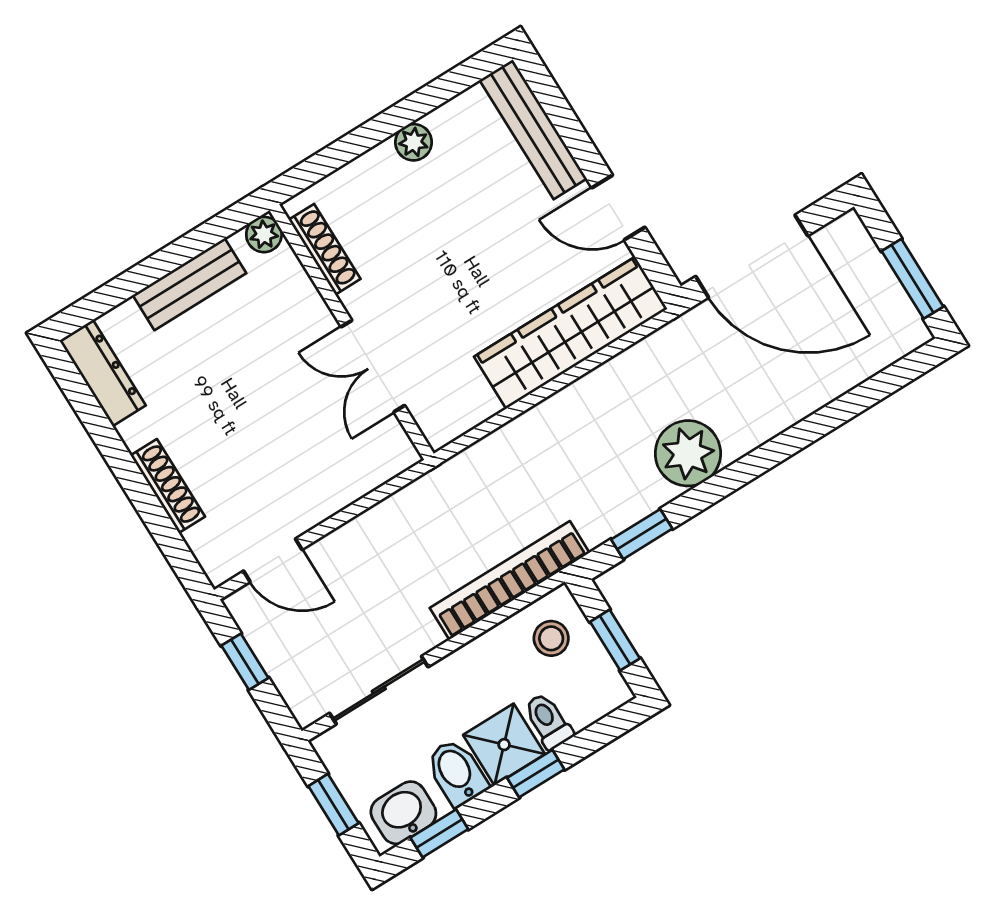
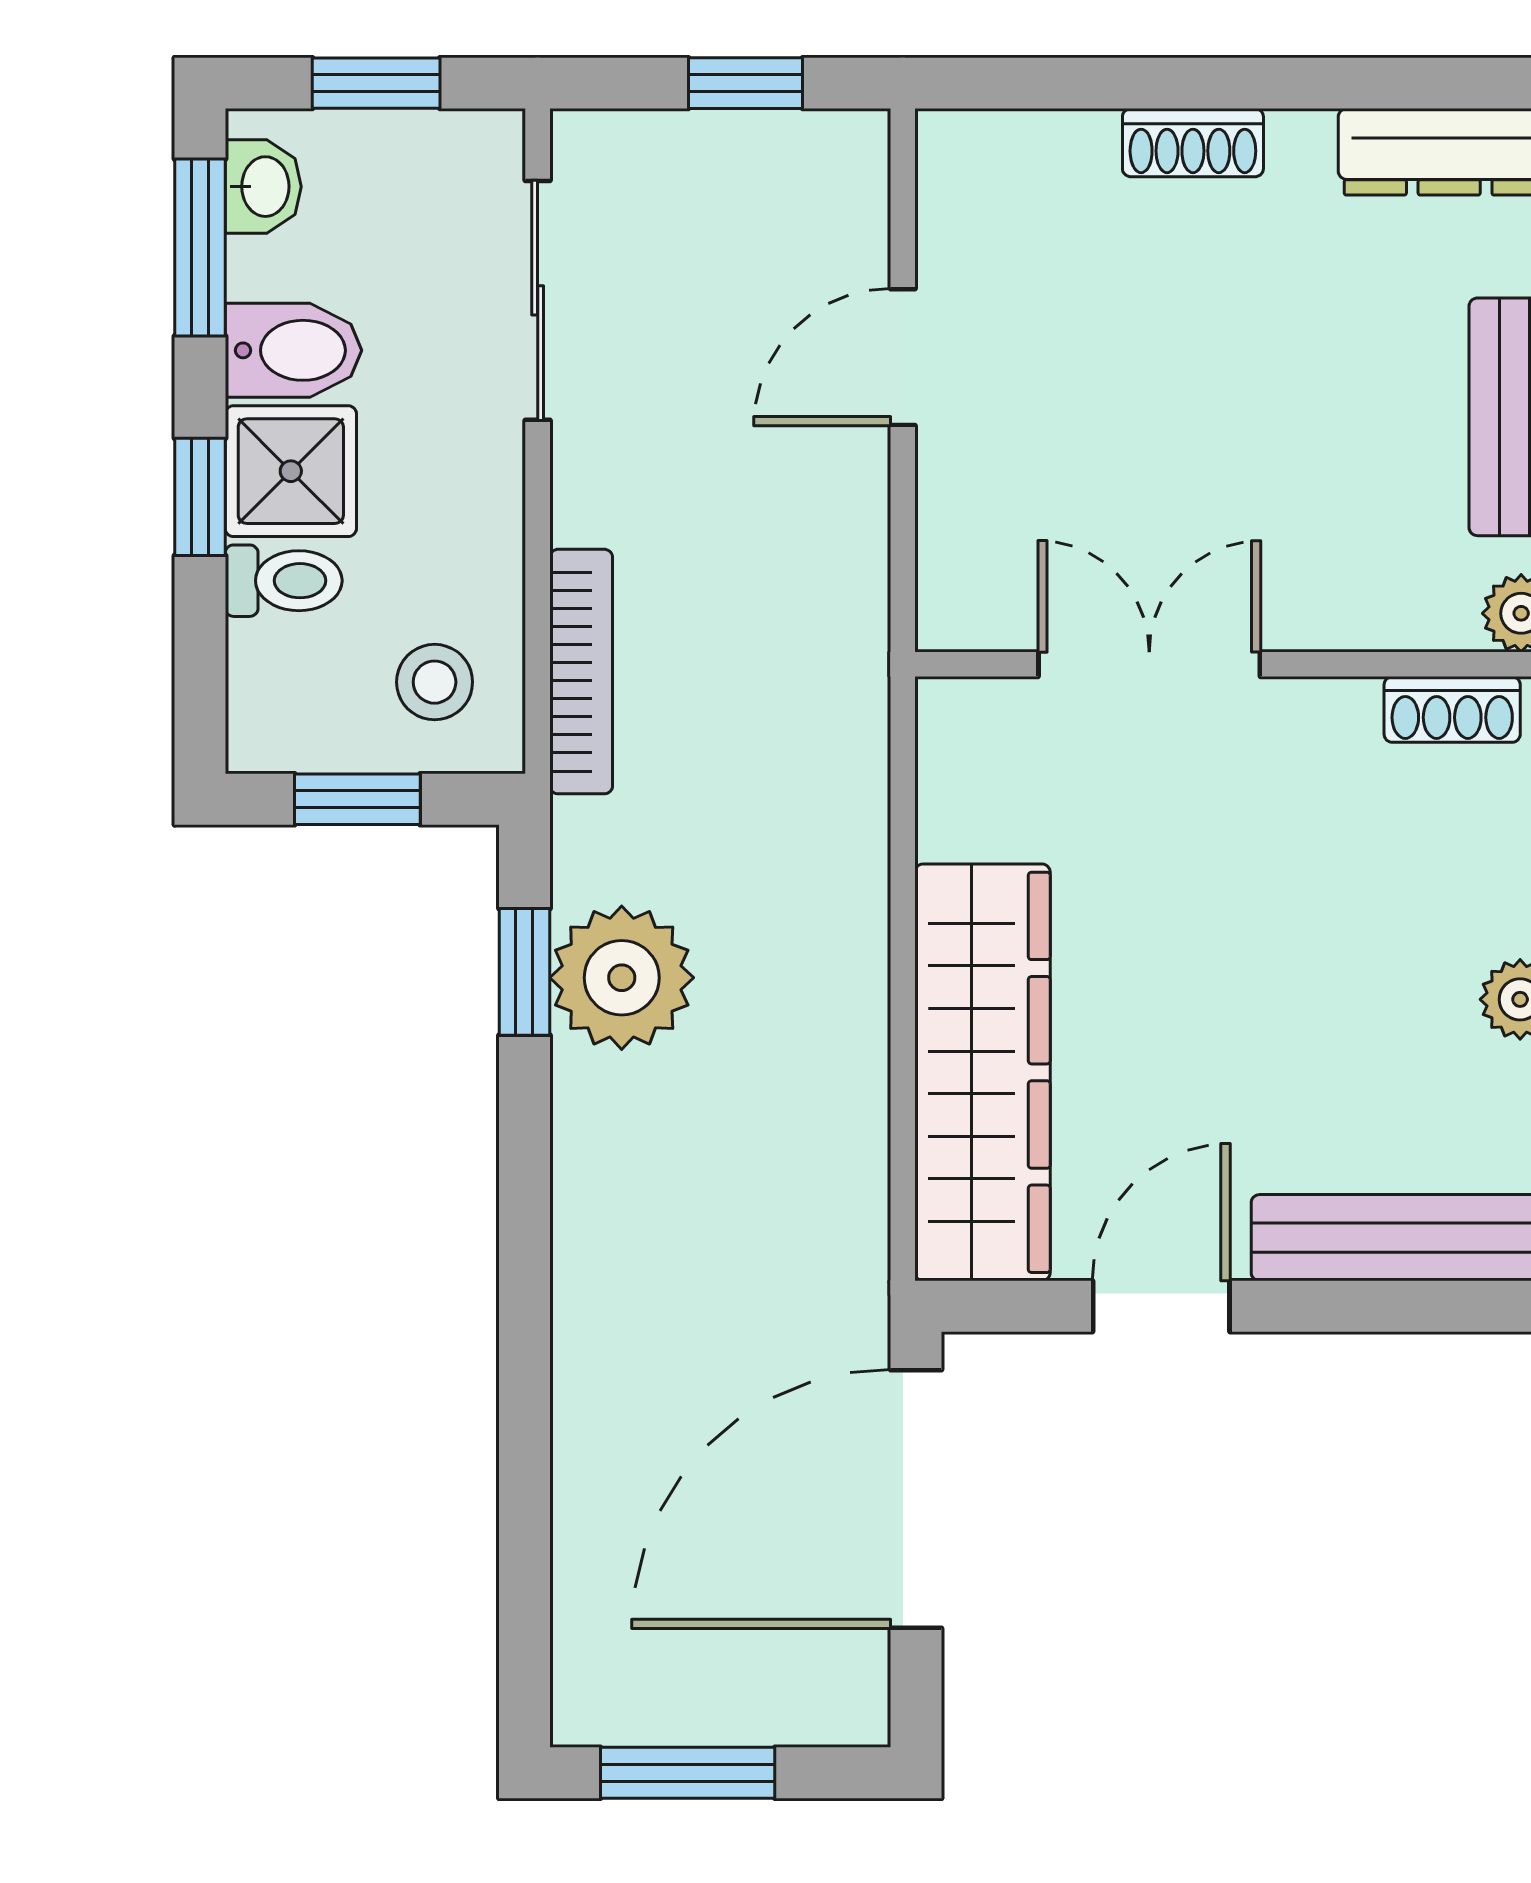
shoe rack: (325, 249) -> (1452, 709), width x0.70
plant: (688, 453) -> (622, 978), moved
shoe rack: (168, 486) -> (1193, 143), width x0.70
door: (273, 560) -> (903, 357), moved
bookcase: (510, 580) -> (581, 672), width x0.68, depth x0.76
washbasin: (403, 813) -> (263, 187), width x0.72, depth x0.69
window: (439, 833) -> (200, 248), width x1.50

